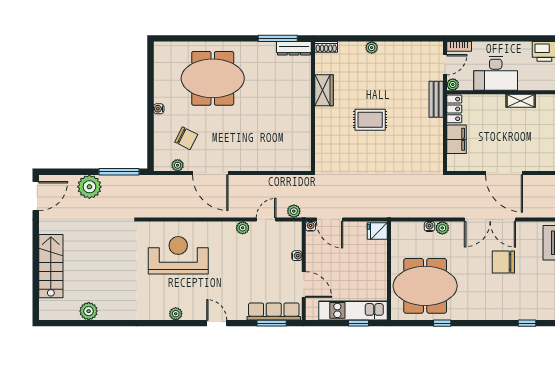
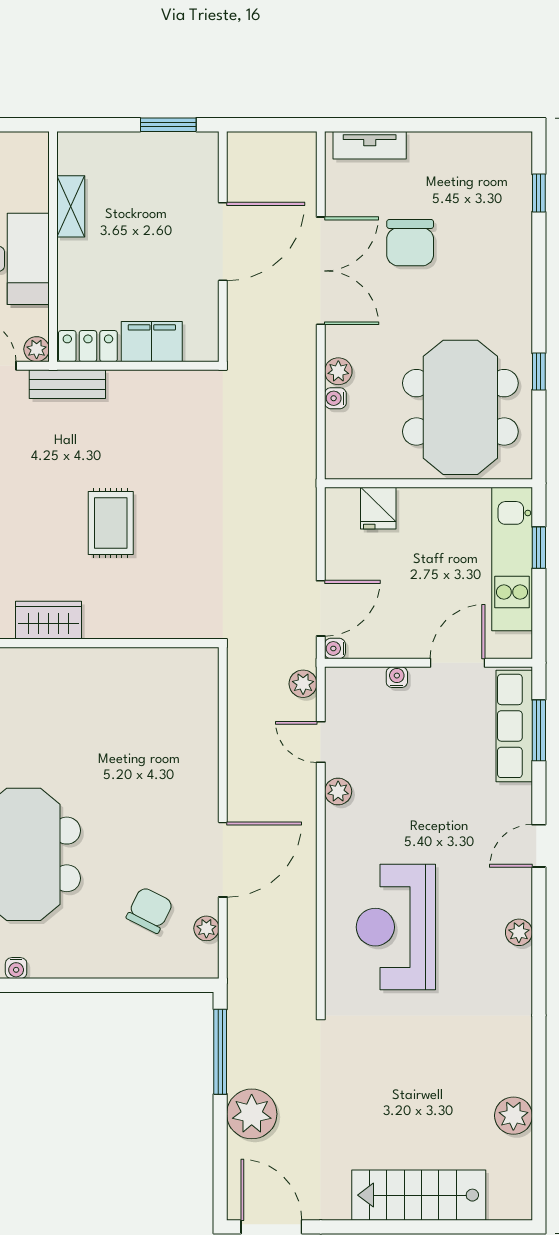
water cooler: (159, 109) -> (16, 968), moved
fridge: (377, 231) -> (378, 508), moved

